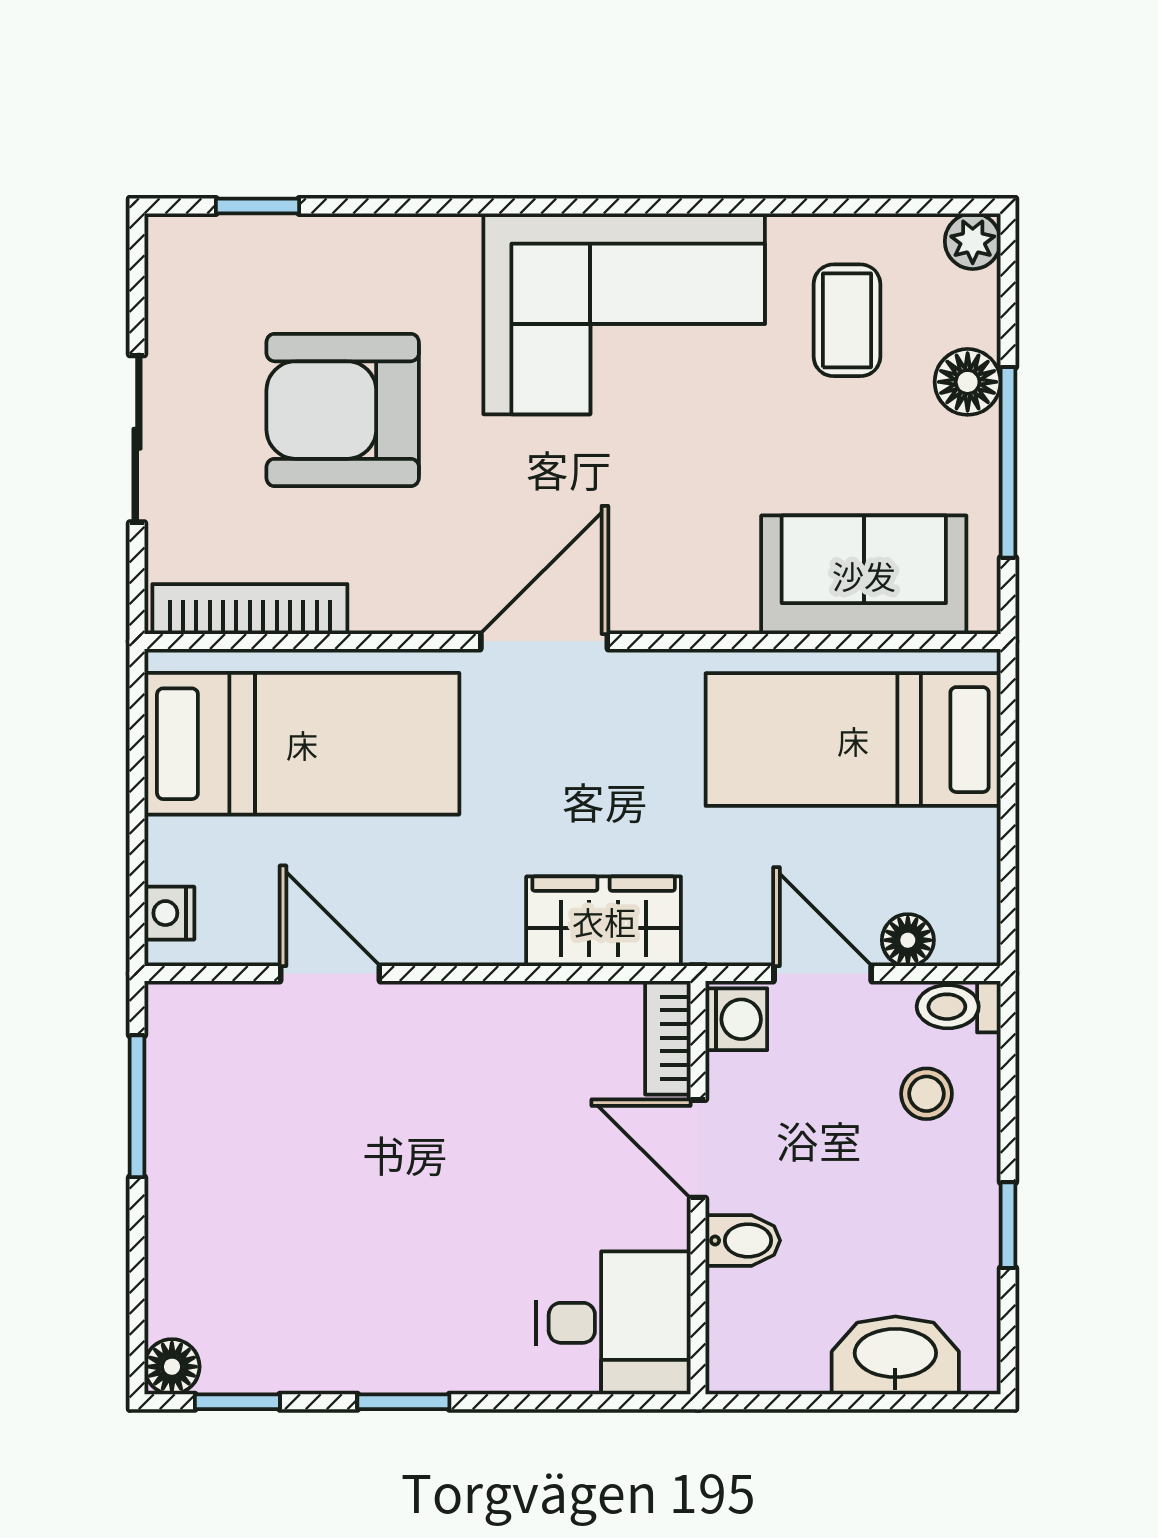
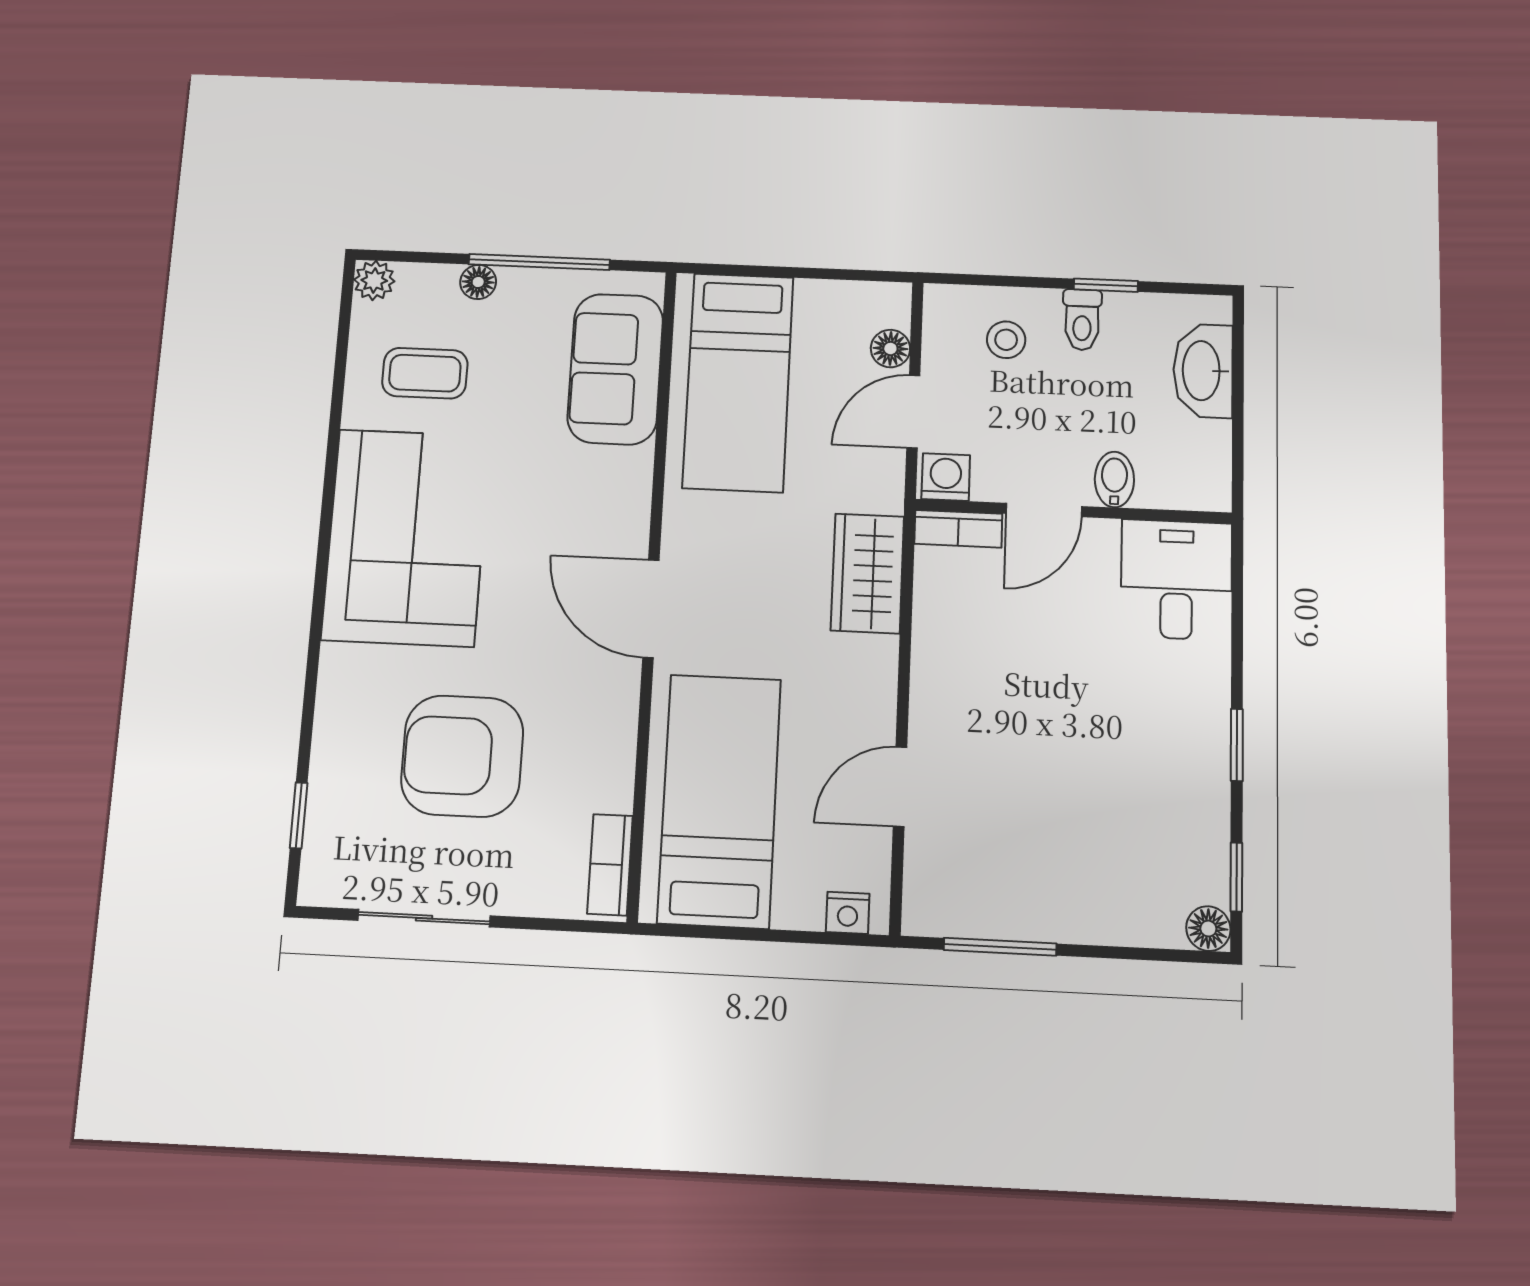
floor lamp: (968, 382) -> (478, 282), width x0.73, depth x0.73
armchair: (343, 410) -> (462, 756), turned 90
sliding door: (137, 439) -> (424, 918), moved
bookcase: (250, 609) -> (610, 865), width x0.64
toilet: (959, 1007) -> (1082, 320), moved

